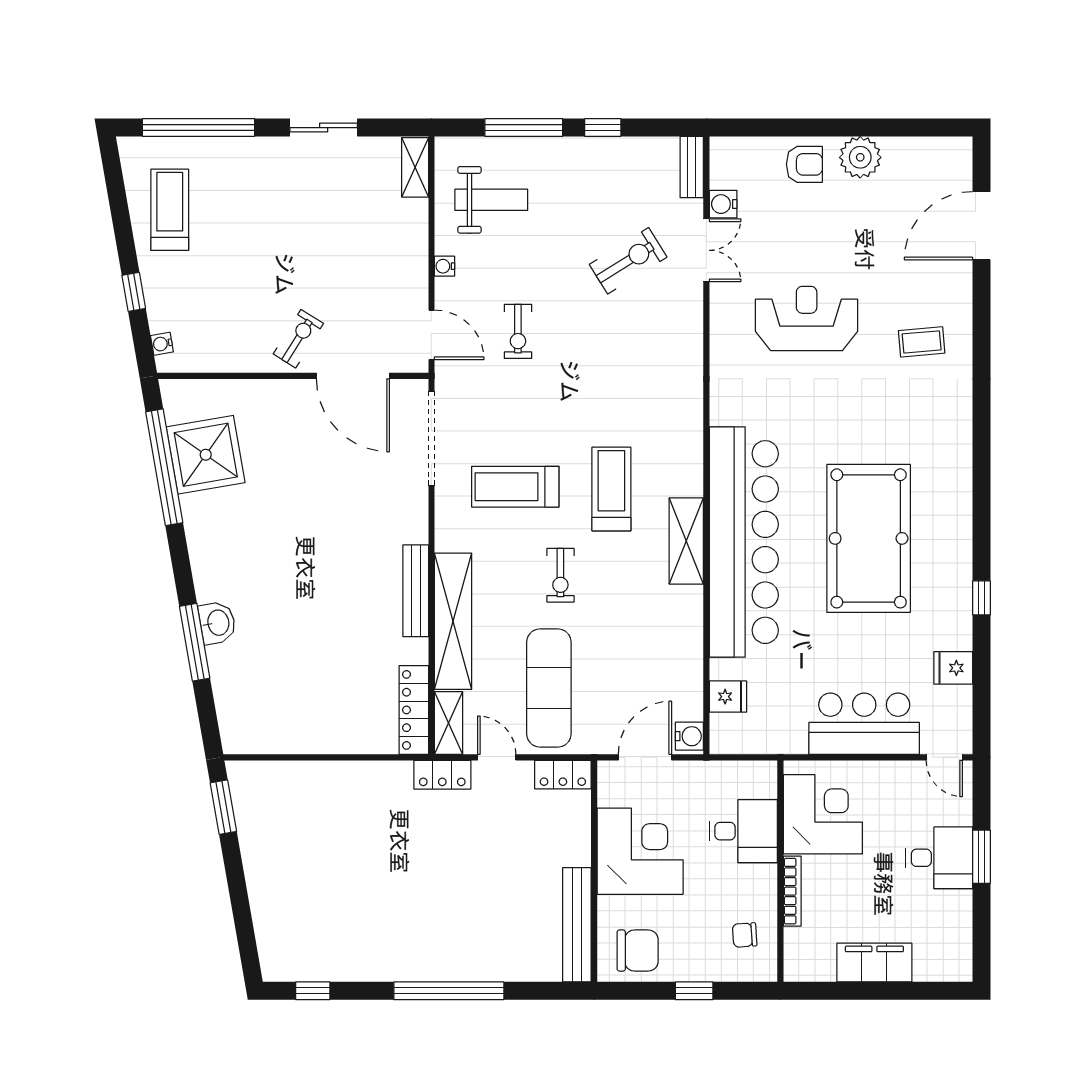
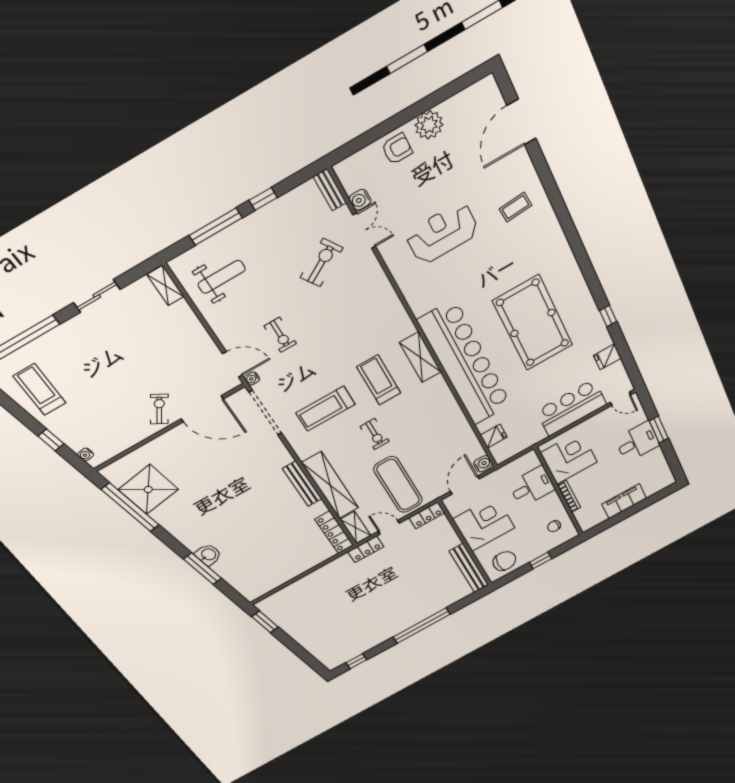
water cooler: (444, 266) -> (252, 379), moved
shelving: (686, 541) -> (420, 357), moved

